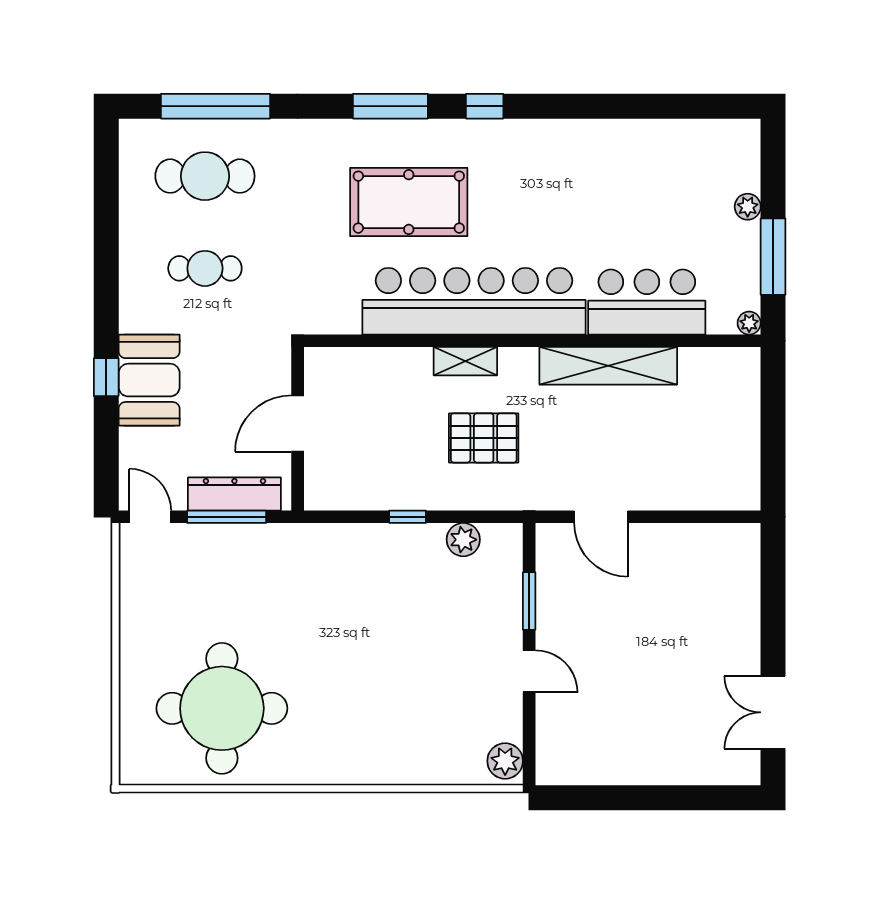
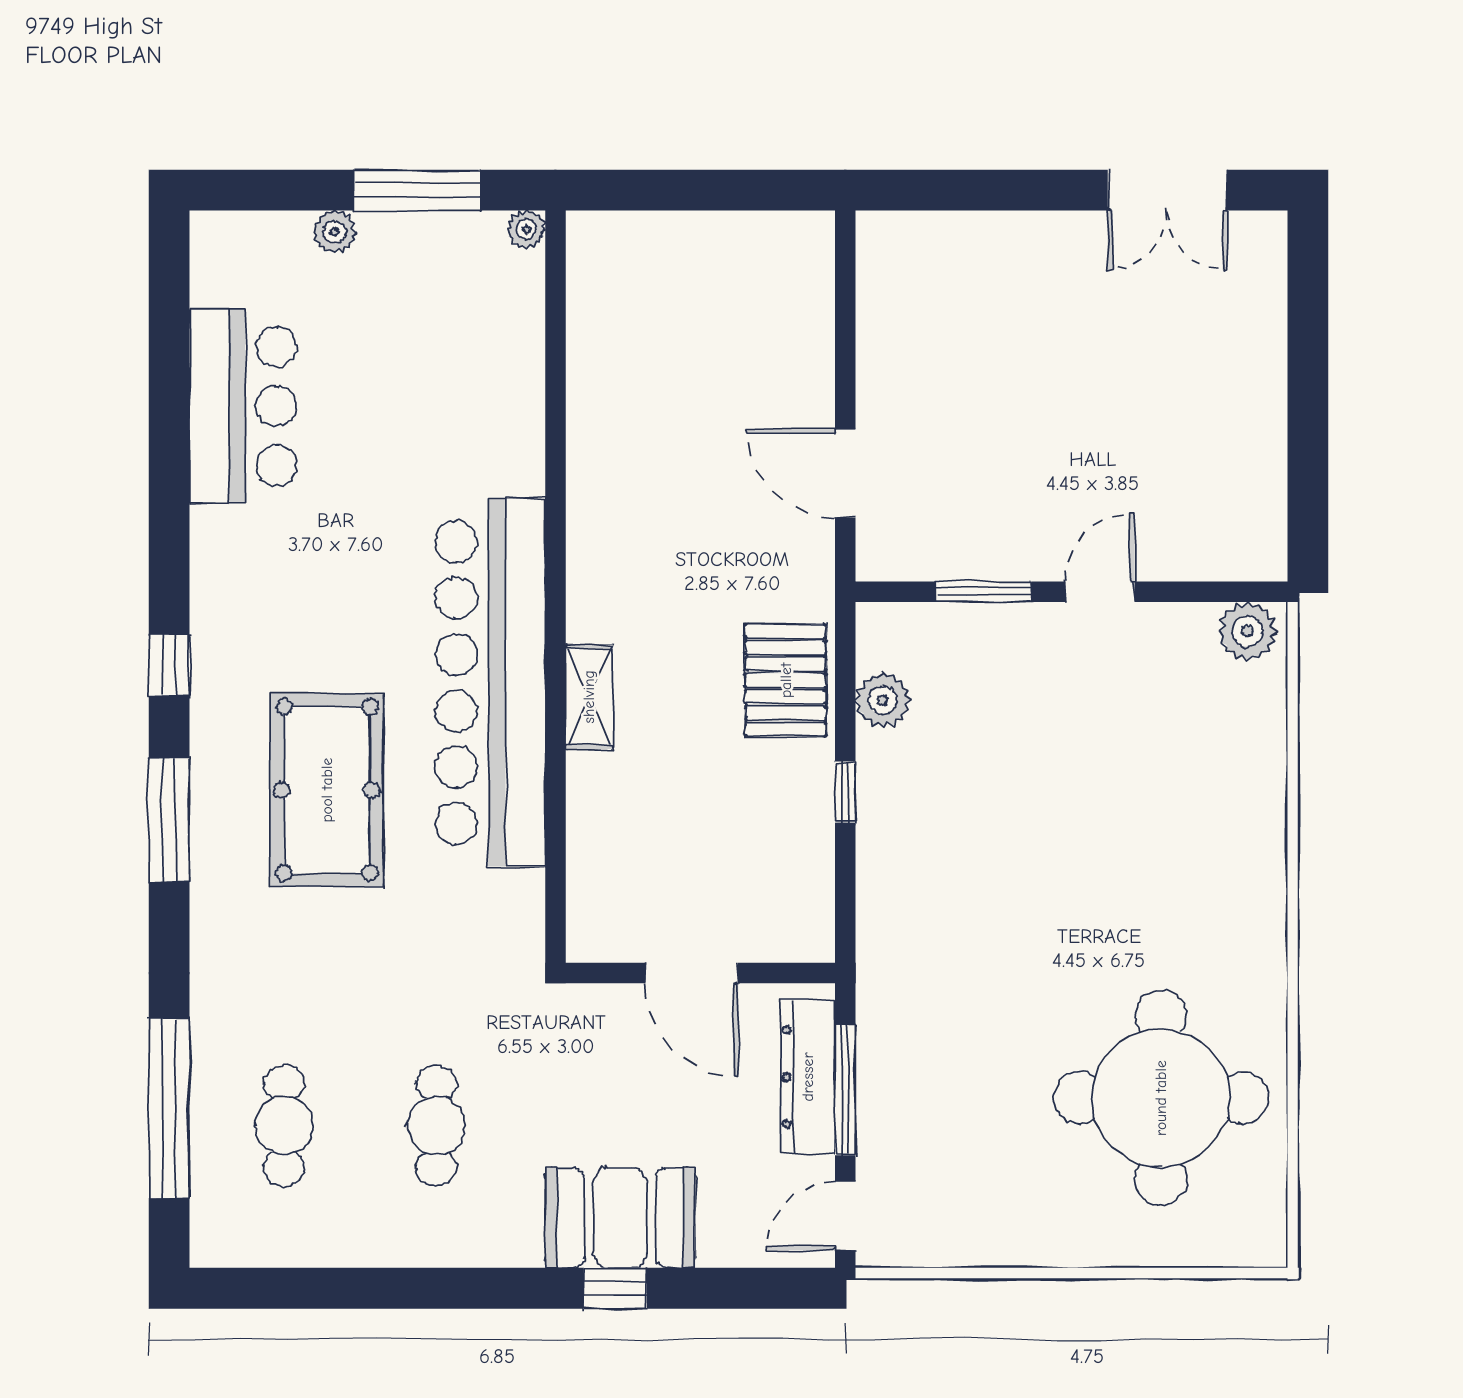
cafe table: (205, 176) -> (284, 1126), width x0.73, depth x0.74
bar counter: (647, 302) -> (243, 406), moved, turned 180
shelving: (608, 366) -> (597, 461), removed
pallet: (484, 438) -> (786, 680), moved
door: (601, 517) -> (845, 473), swing flipped

